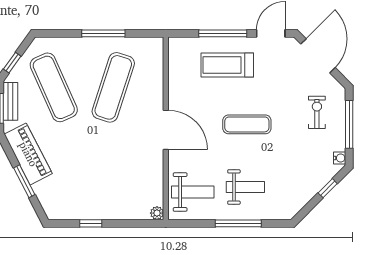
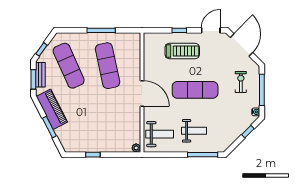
window: (223, 33) -> (179, 30), width x0.46
treadmill: (227, 65) -> (182, 51), turned 180
exercise mat: (113, 87) -> (108, 66), turned -30
exercise mat: (247, 124) -> (195, 90), width x1.36, depth x1.45
window: (238, 223) -> (203, 155), moved

